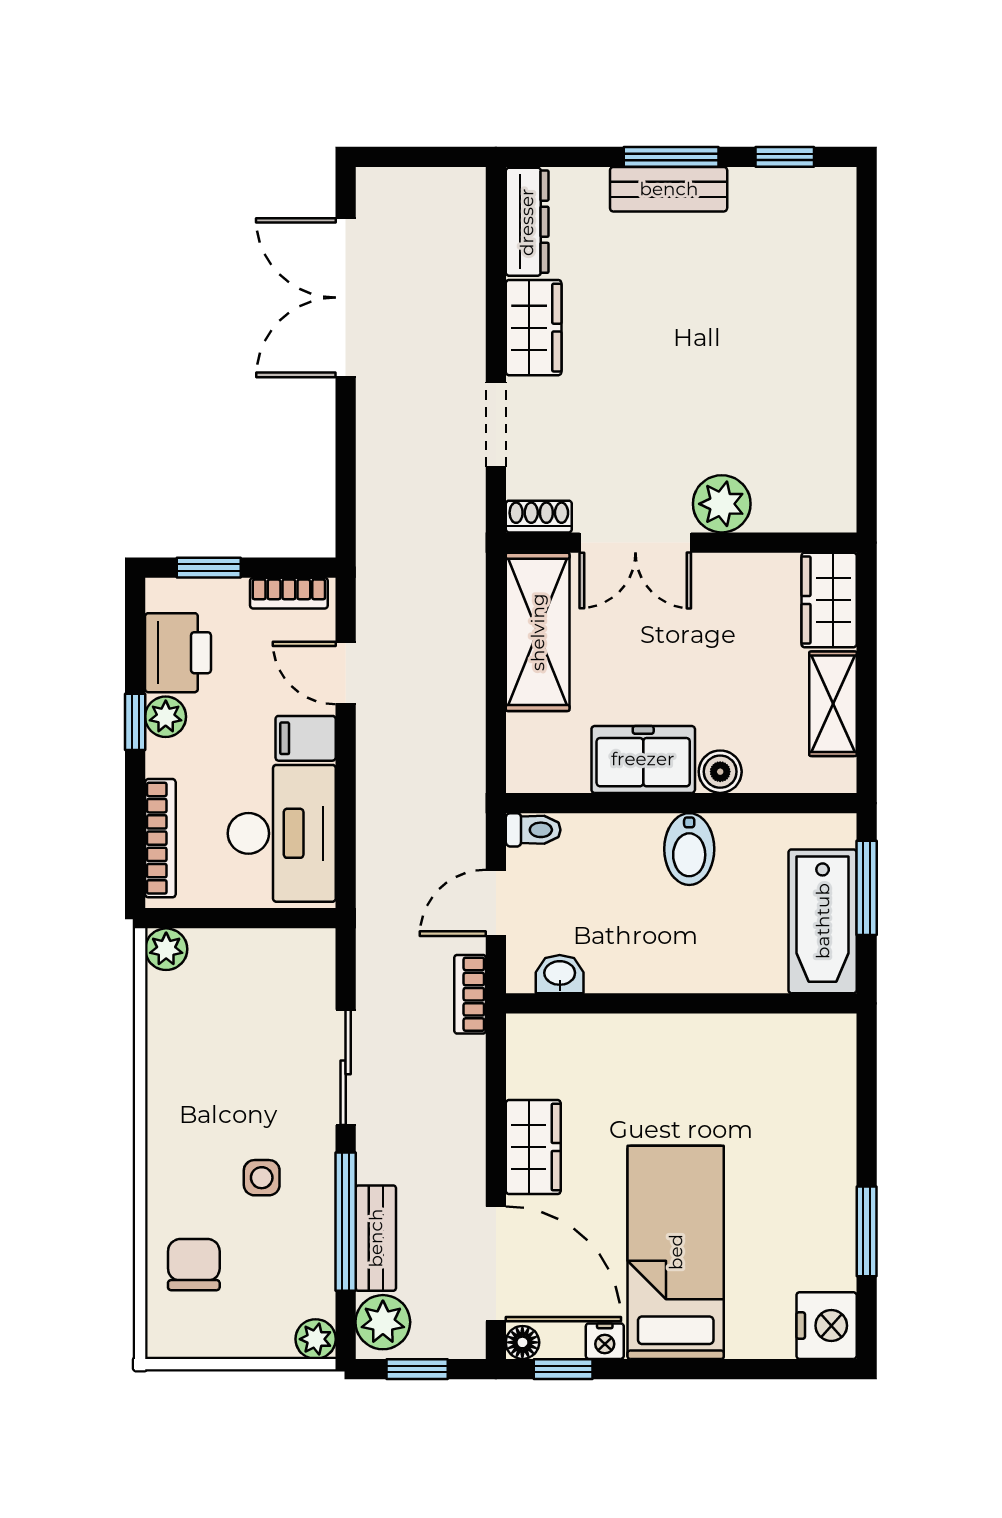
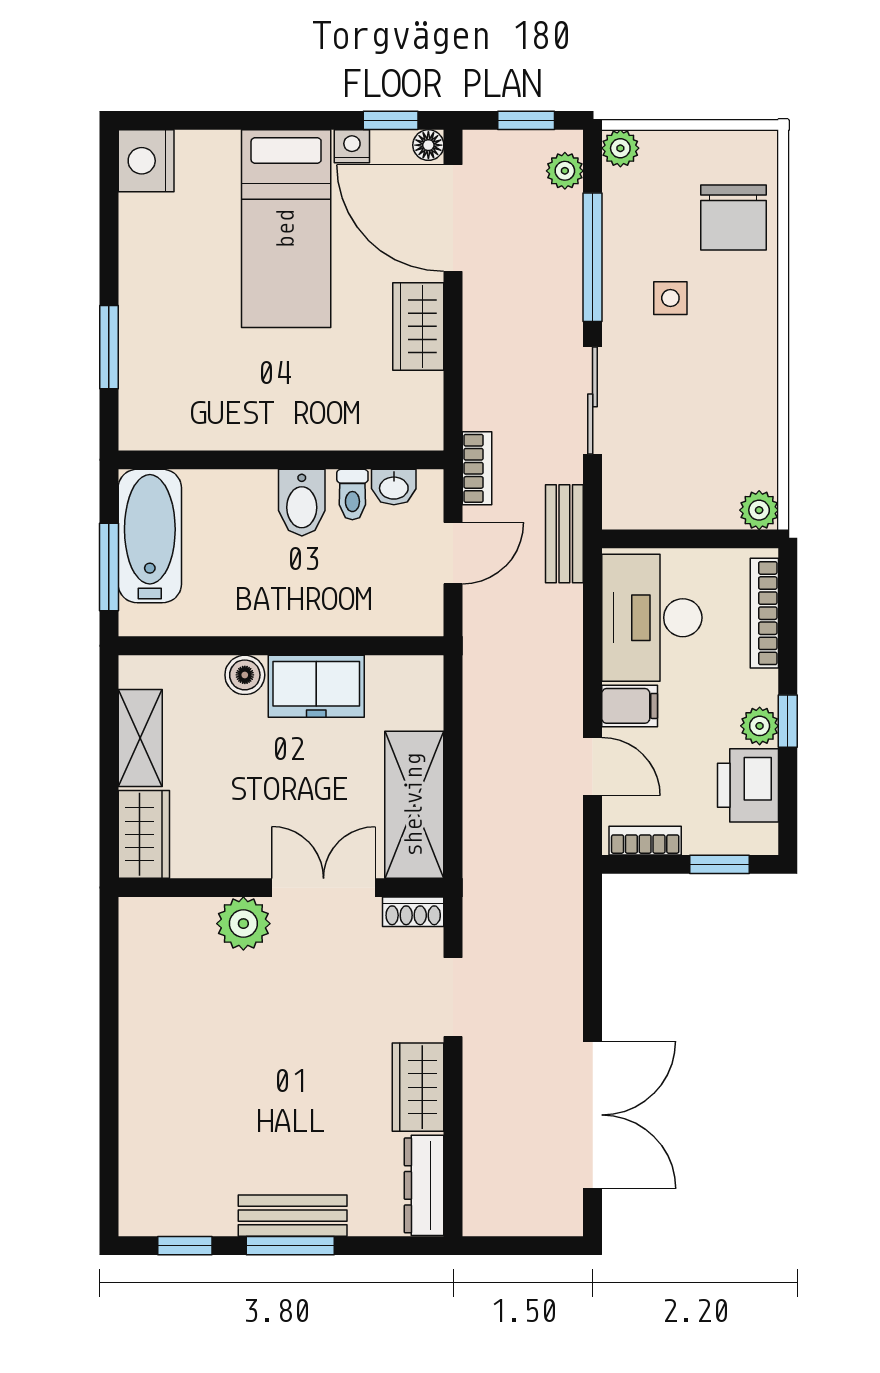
toilet: (533, 830) -> (352, 494), moved, turned -90
bidet: (689, 849) -> (302, 503), moved, turned 180
window: (867, 1231) -> (109, 347), moved
bench: (376, 1238) -> (564, 534), moved
chair: (194, 1265) -> (733, 217), width x1.37, depth x1.37
plant: (383, 1322) -> (565, 171), width x0.73, depth x0.73

